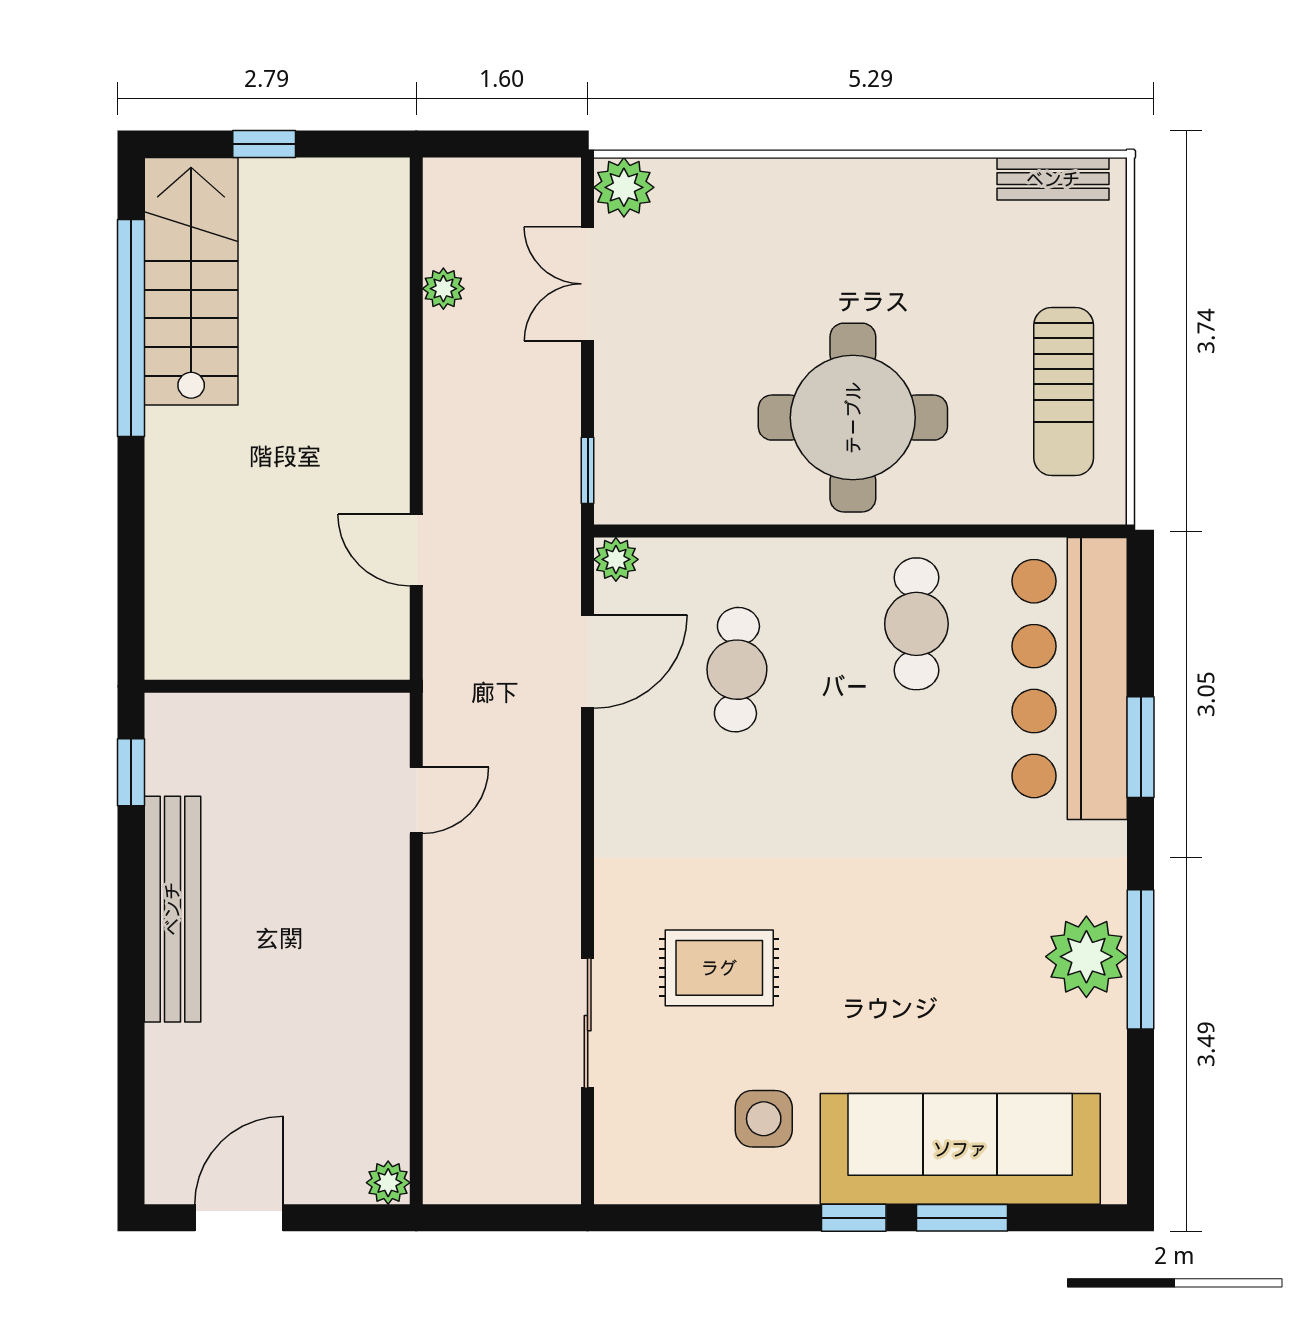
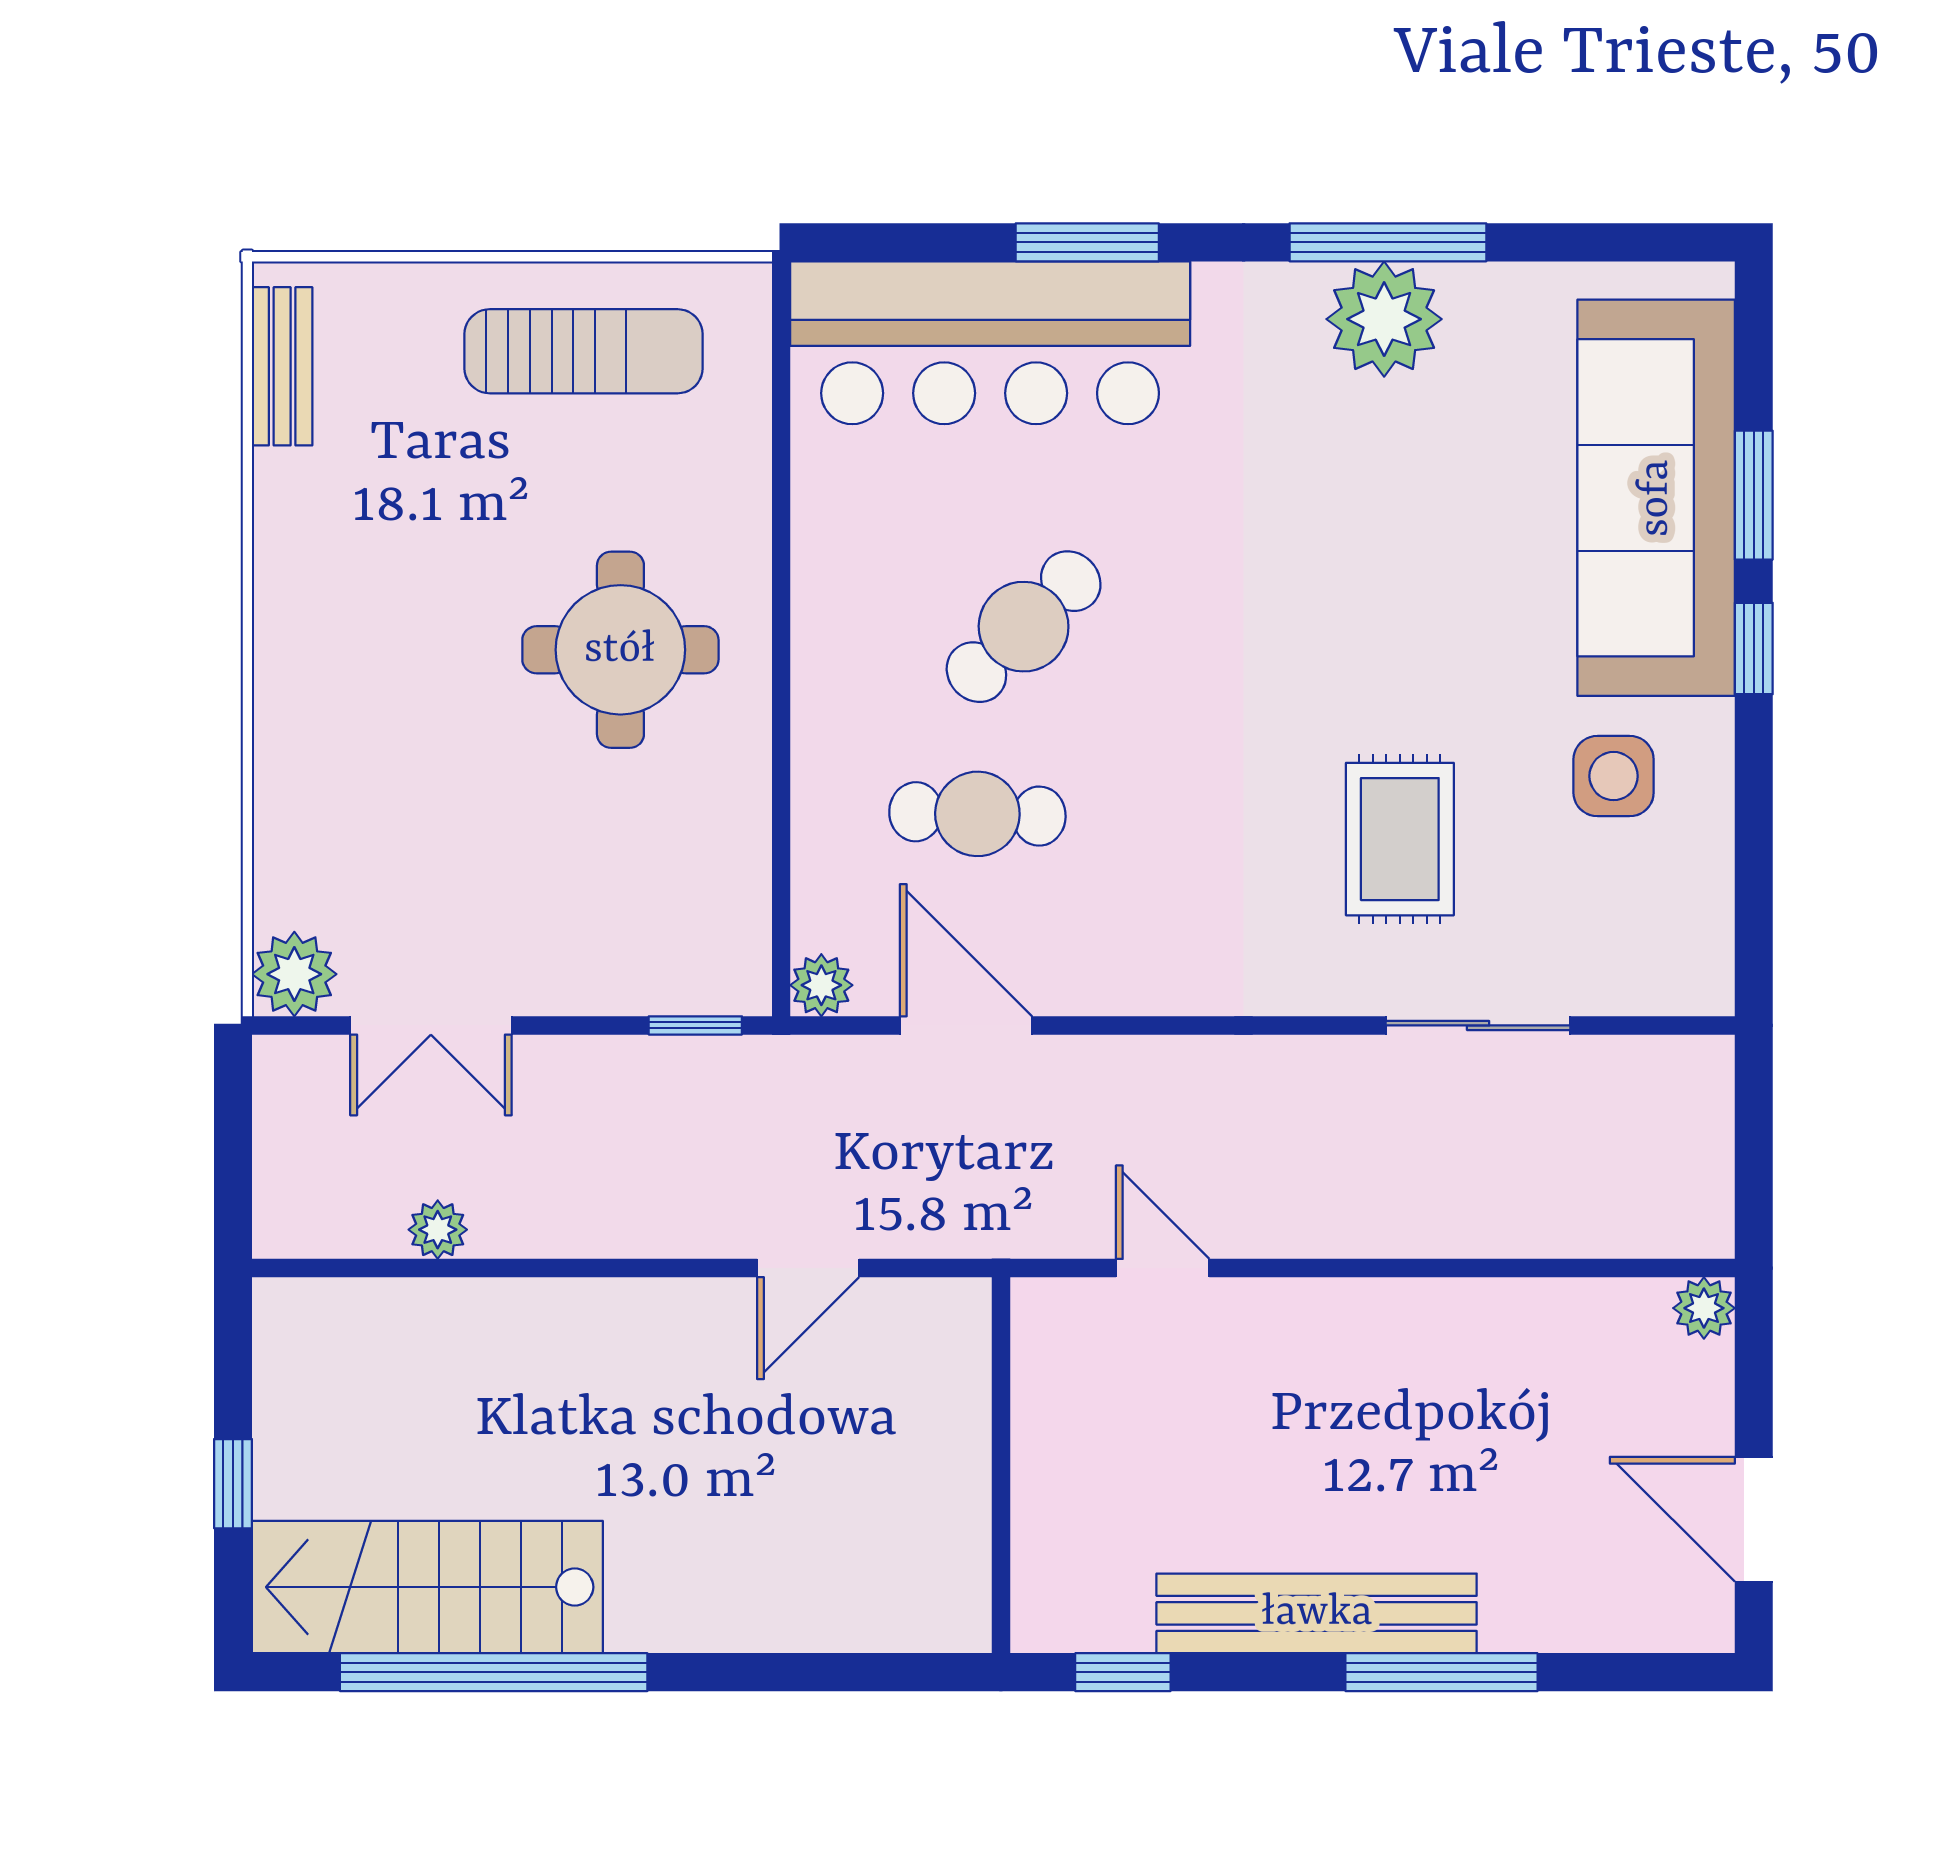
round table: (853, 418) -> (620, 650), width x0.73, depth x0.73
cafe table: (916, 624) -> (1024, 627), moved, turned -44
window: (131, 997) -> (1441, 1672), added

